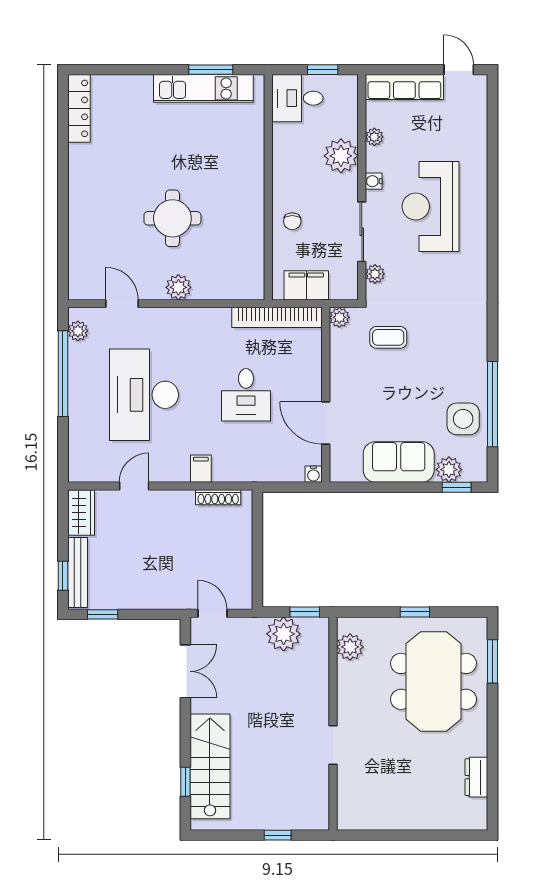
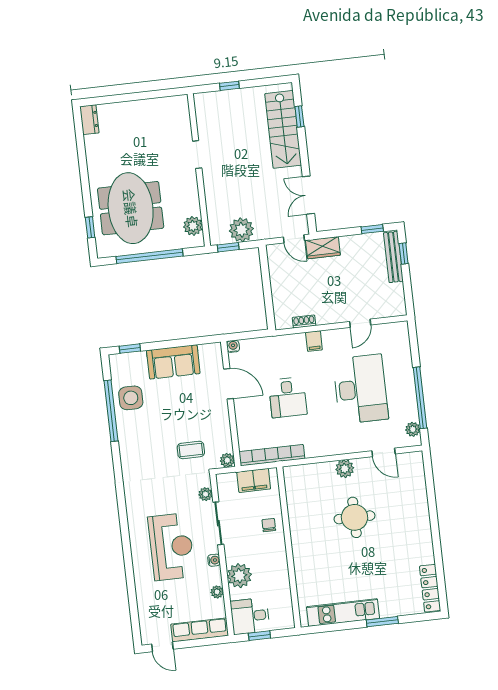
window: (211, 70) -> (382, 622), moved
desk: (297, 98) -> (250, 616), moved, turned 180
desk: (246, 395) -> (288, 397), turned 180
plant: (449, 470) -> (137, 361), removed
shoe rack: (218, 497) -> (304, 322), width x0.70
wardrobe: (81, 513) -> (323, 248), moved, turned -90
window: (415, 612) -> (150, 256), width x3.17
window: (493, 661) -> (90, 227), width x0.67
dresser: (476, 777) -> (89, 120), moved

